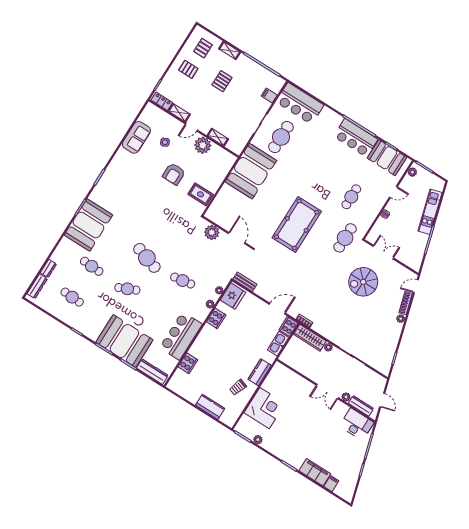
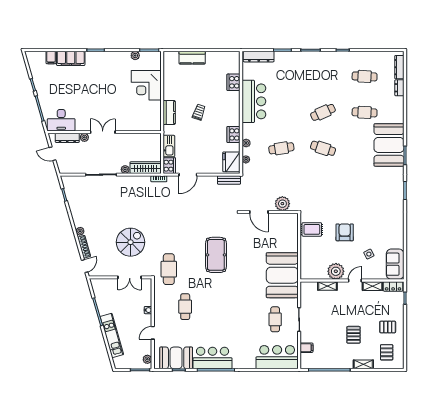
sofa: (136, 137) -> (395, 264), moved
cafe table: (281, 137) -> (275, 319), width x0.73, depth x0.74
pool table: (297, 224) -> (216, 255), width x0.73, depth x0.76
cafe table: (147, 258) -> (323, 148), width x0.73, depth x0.74
booth: (124, 341) -> (298, 67), removed
trolley: (238, 387) -> (199, 112), moved

